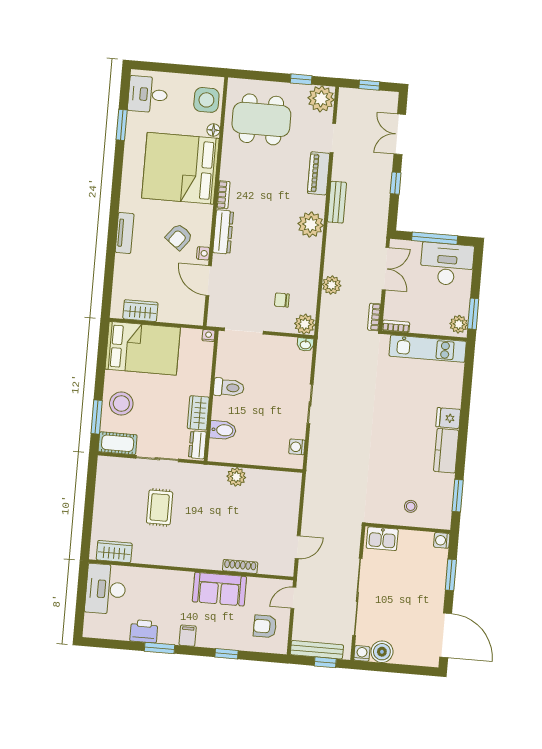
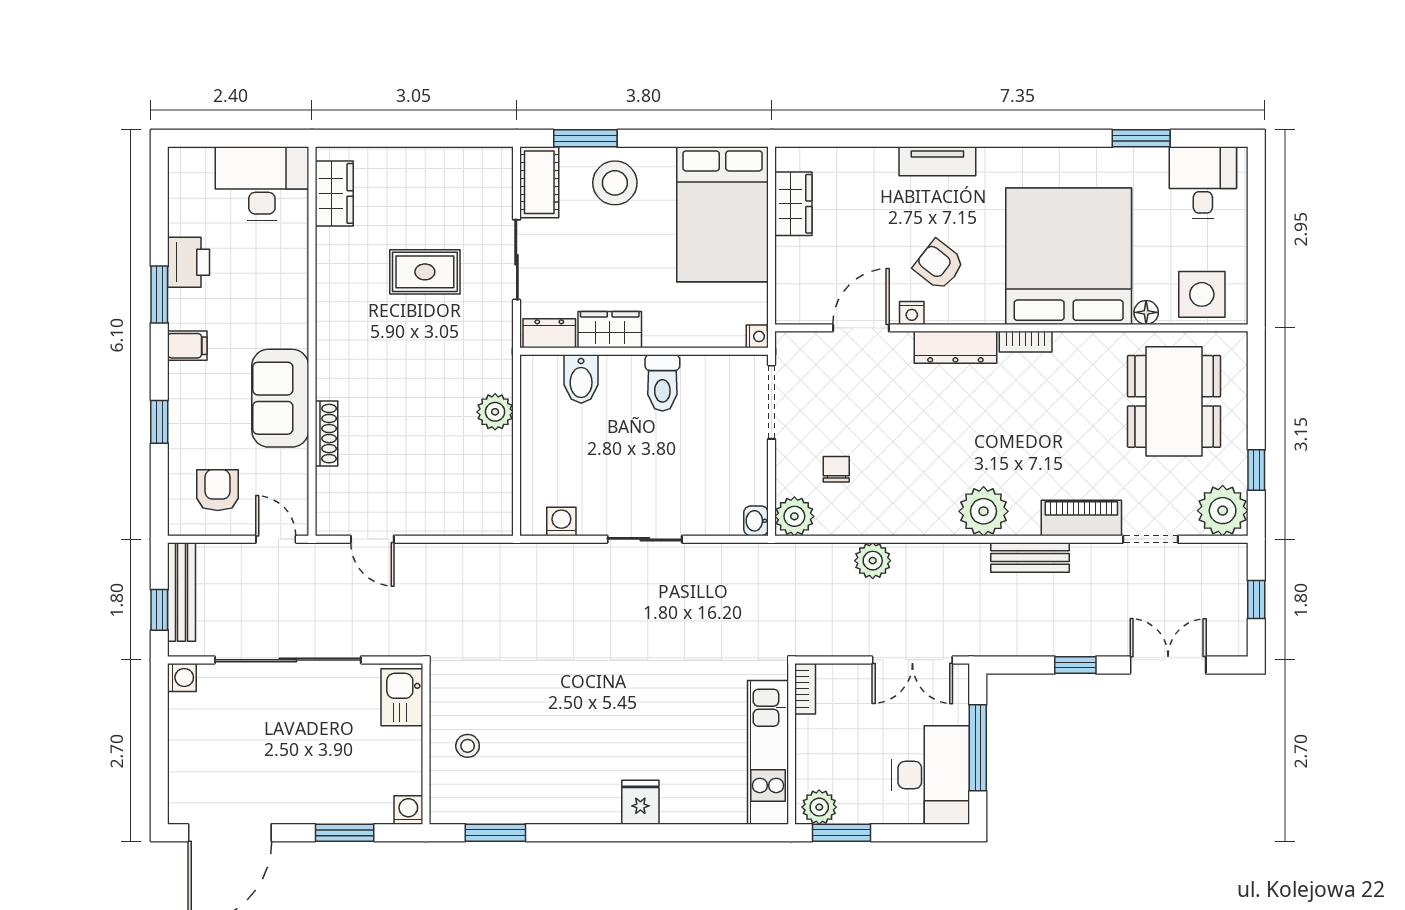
bookcase: (374, 317) -> (819, 646), removed
kitchen counter: (446, 451) -> (578, 804), removed
boiler: (382, 652) -> (188, 715), removed

